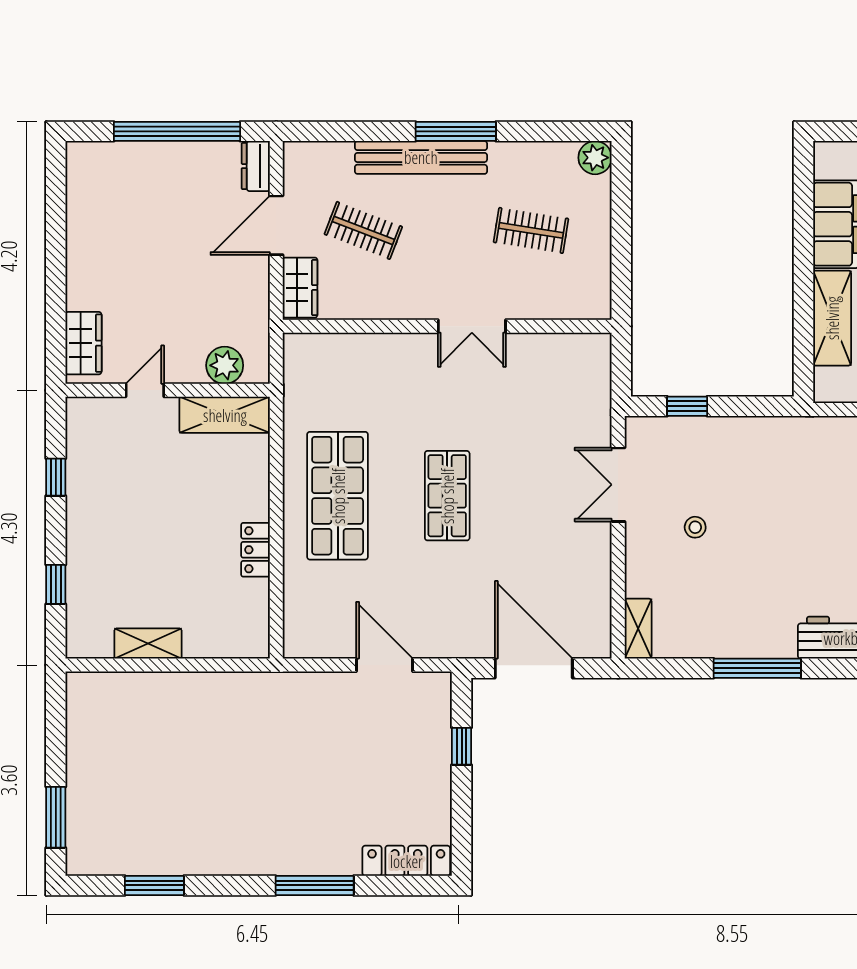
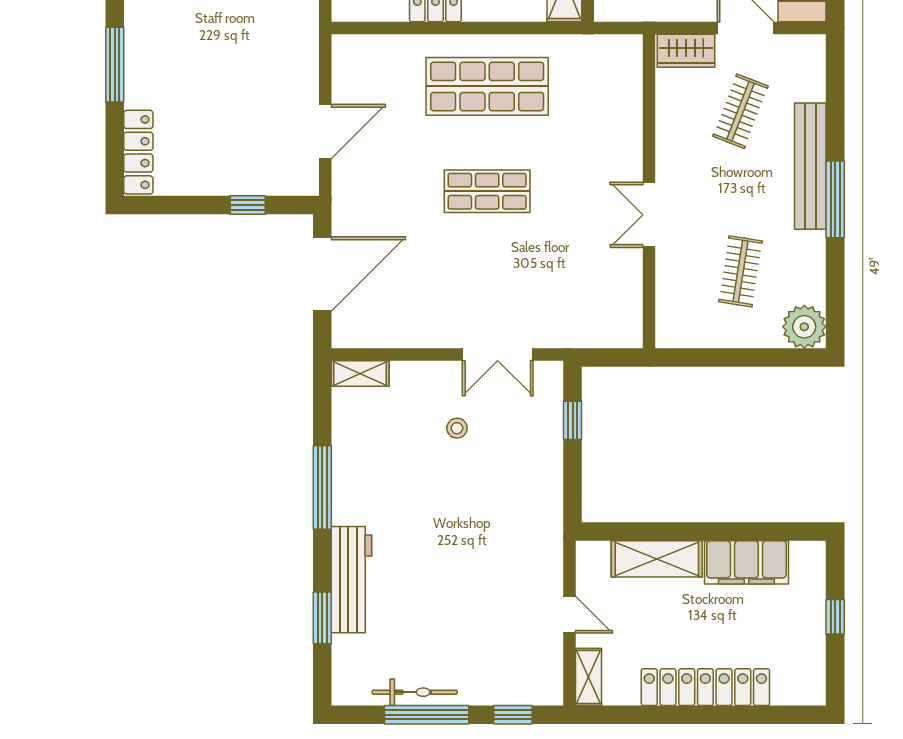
plant: (595, 158) -> (804, 327), width x1.36, depth x1.36
double door: (618, 485) -> (498, 355), swing flipped

